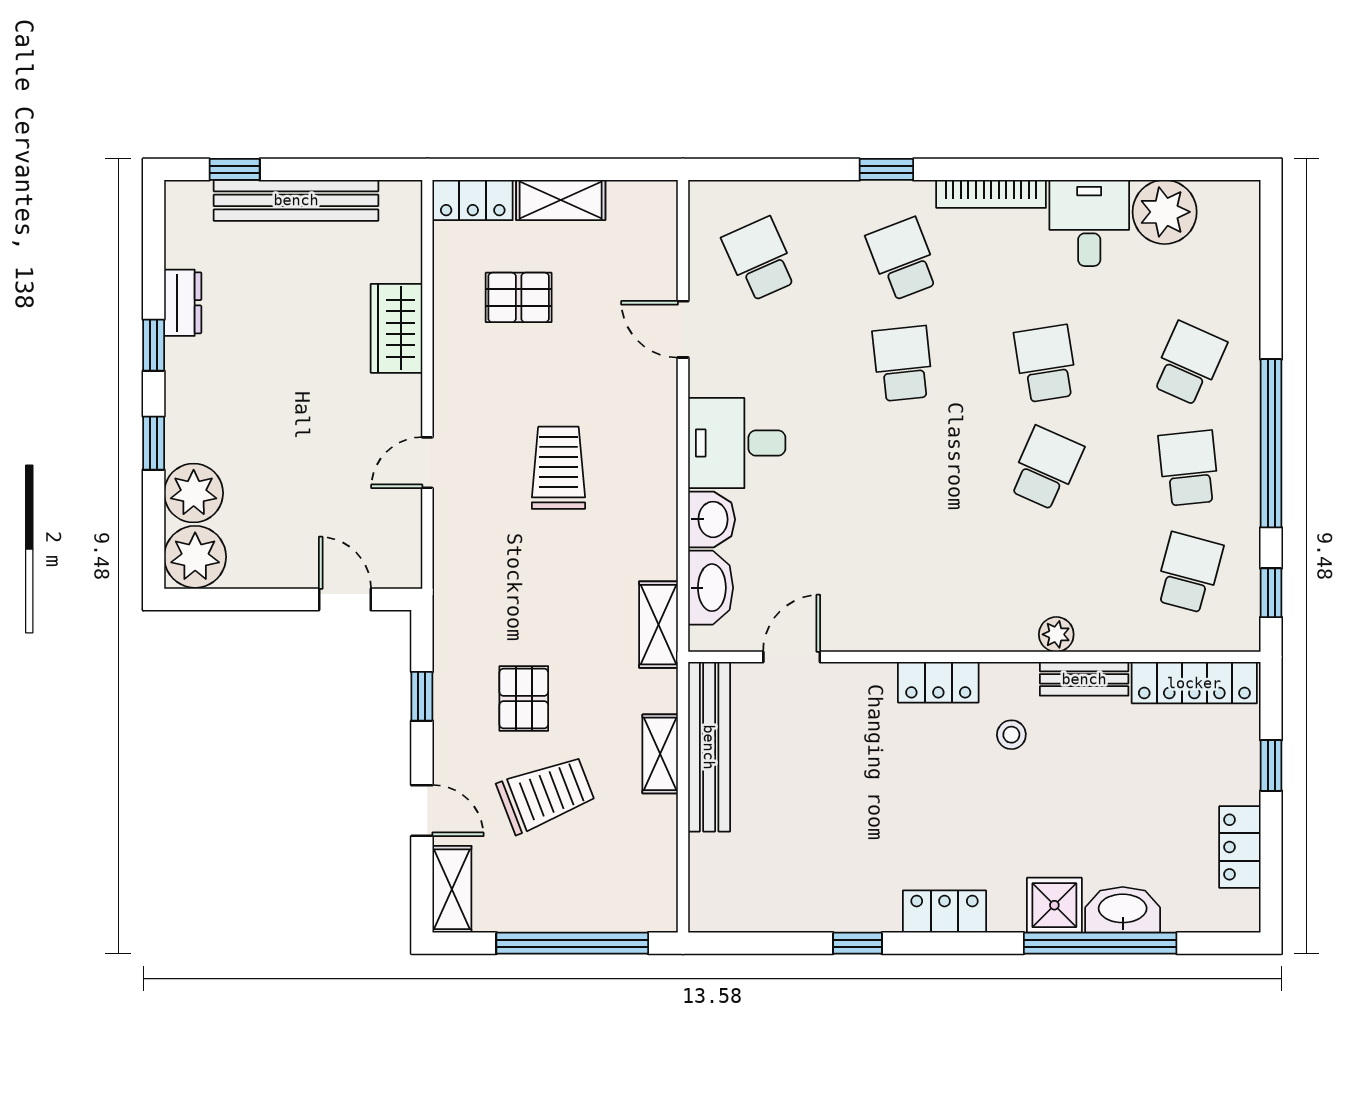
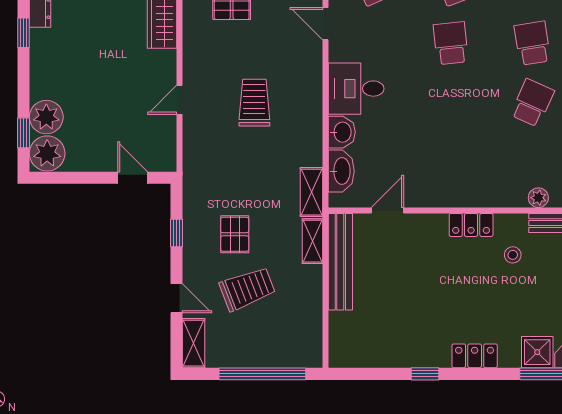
window: (154, 443) -> (23, 133), moved
shelving: (660, 754) -> (312, 241), moved

